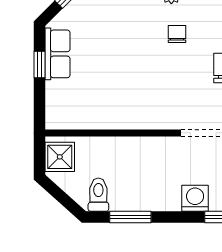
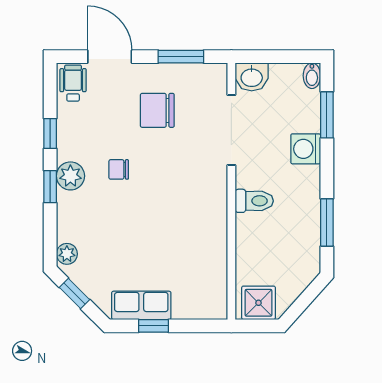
toilet: (98, 195) -> (254, 201), moved, turned 180

